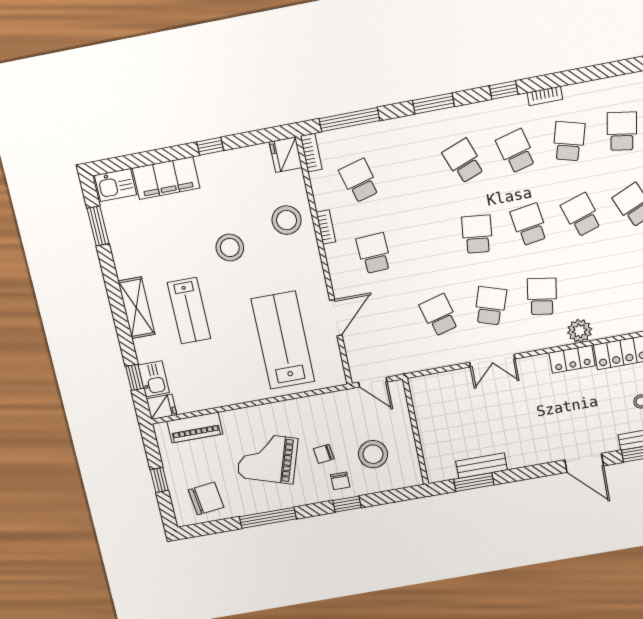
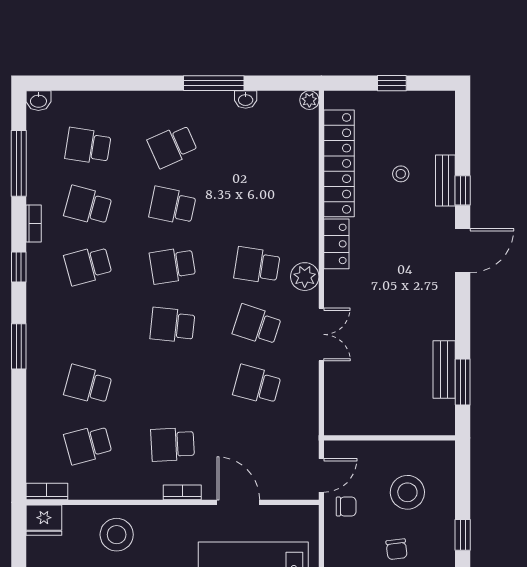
window: (349, 120) -> (19, 163), moved
school desk: (464, 161) -> (88, 385), moved, turned 36
school desk: (581, 215) -> (172, 206), turned 30
bookcase: (326, 227) -> (182, 492), moved
school desk: (439, 315) -> (257, 385), turned 30
plant: (580, 331) -> (305, 277), moved
chair: (340, 481) -> (346, 507), moved

